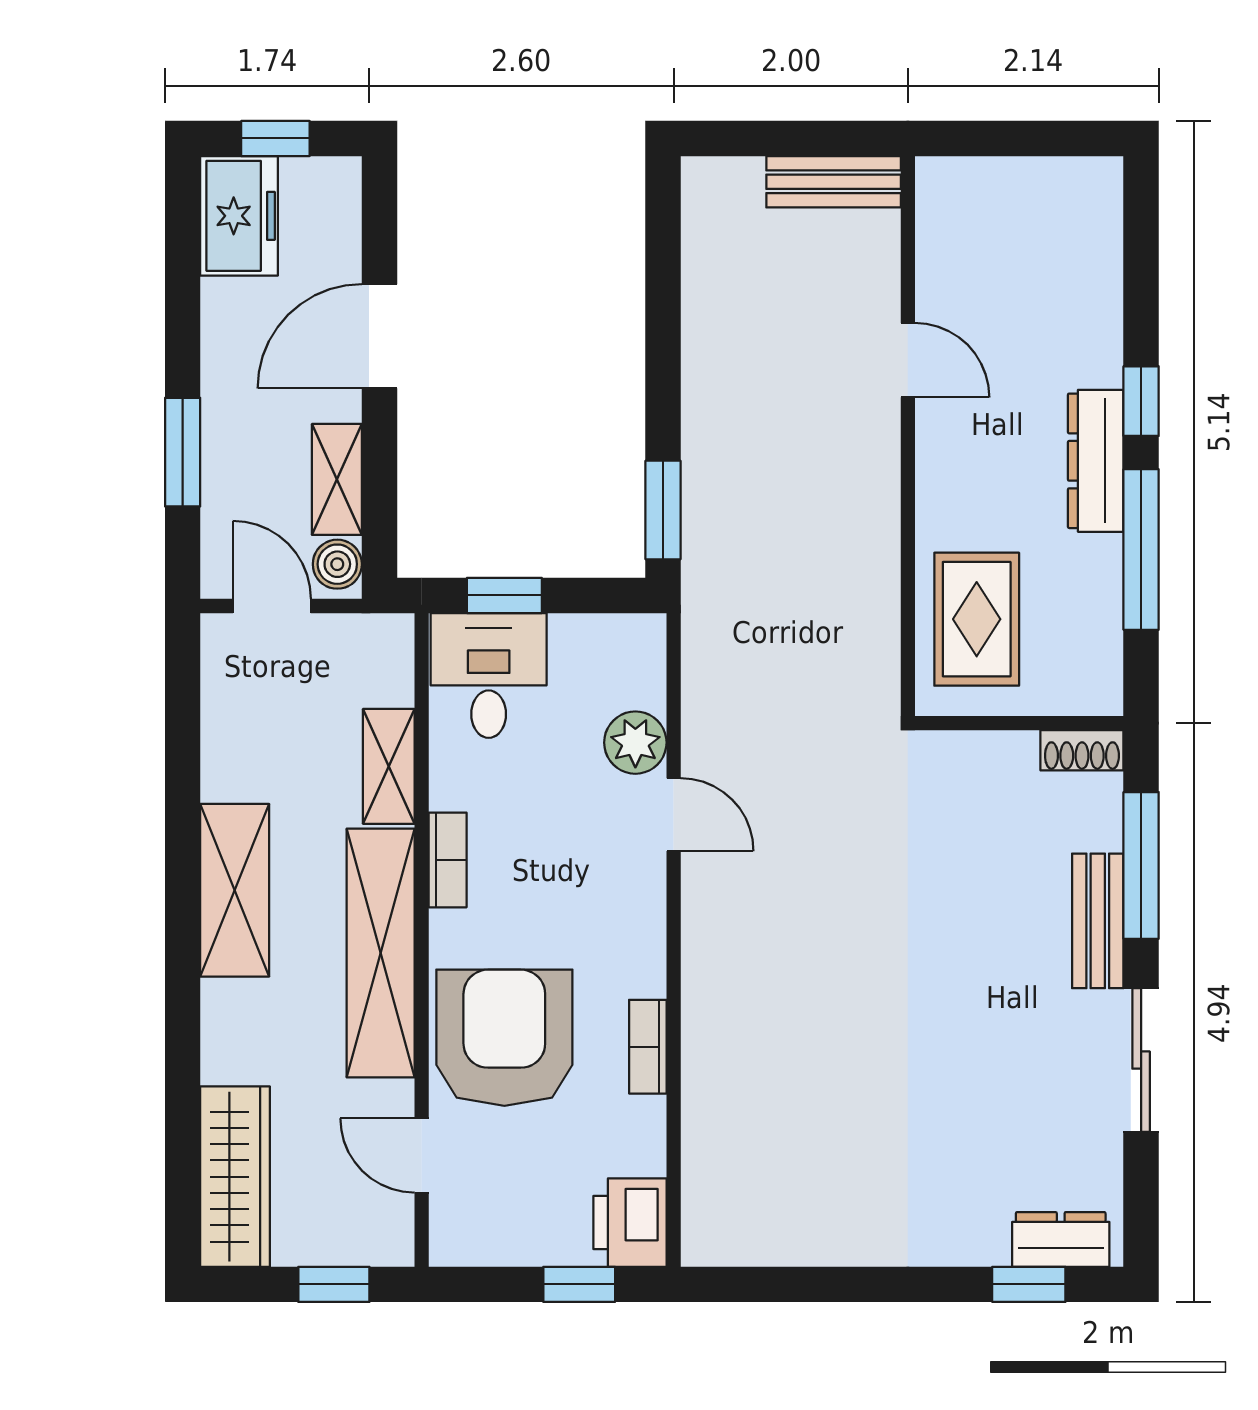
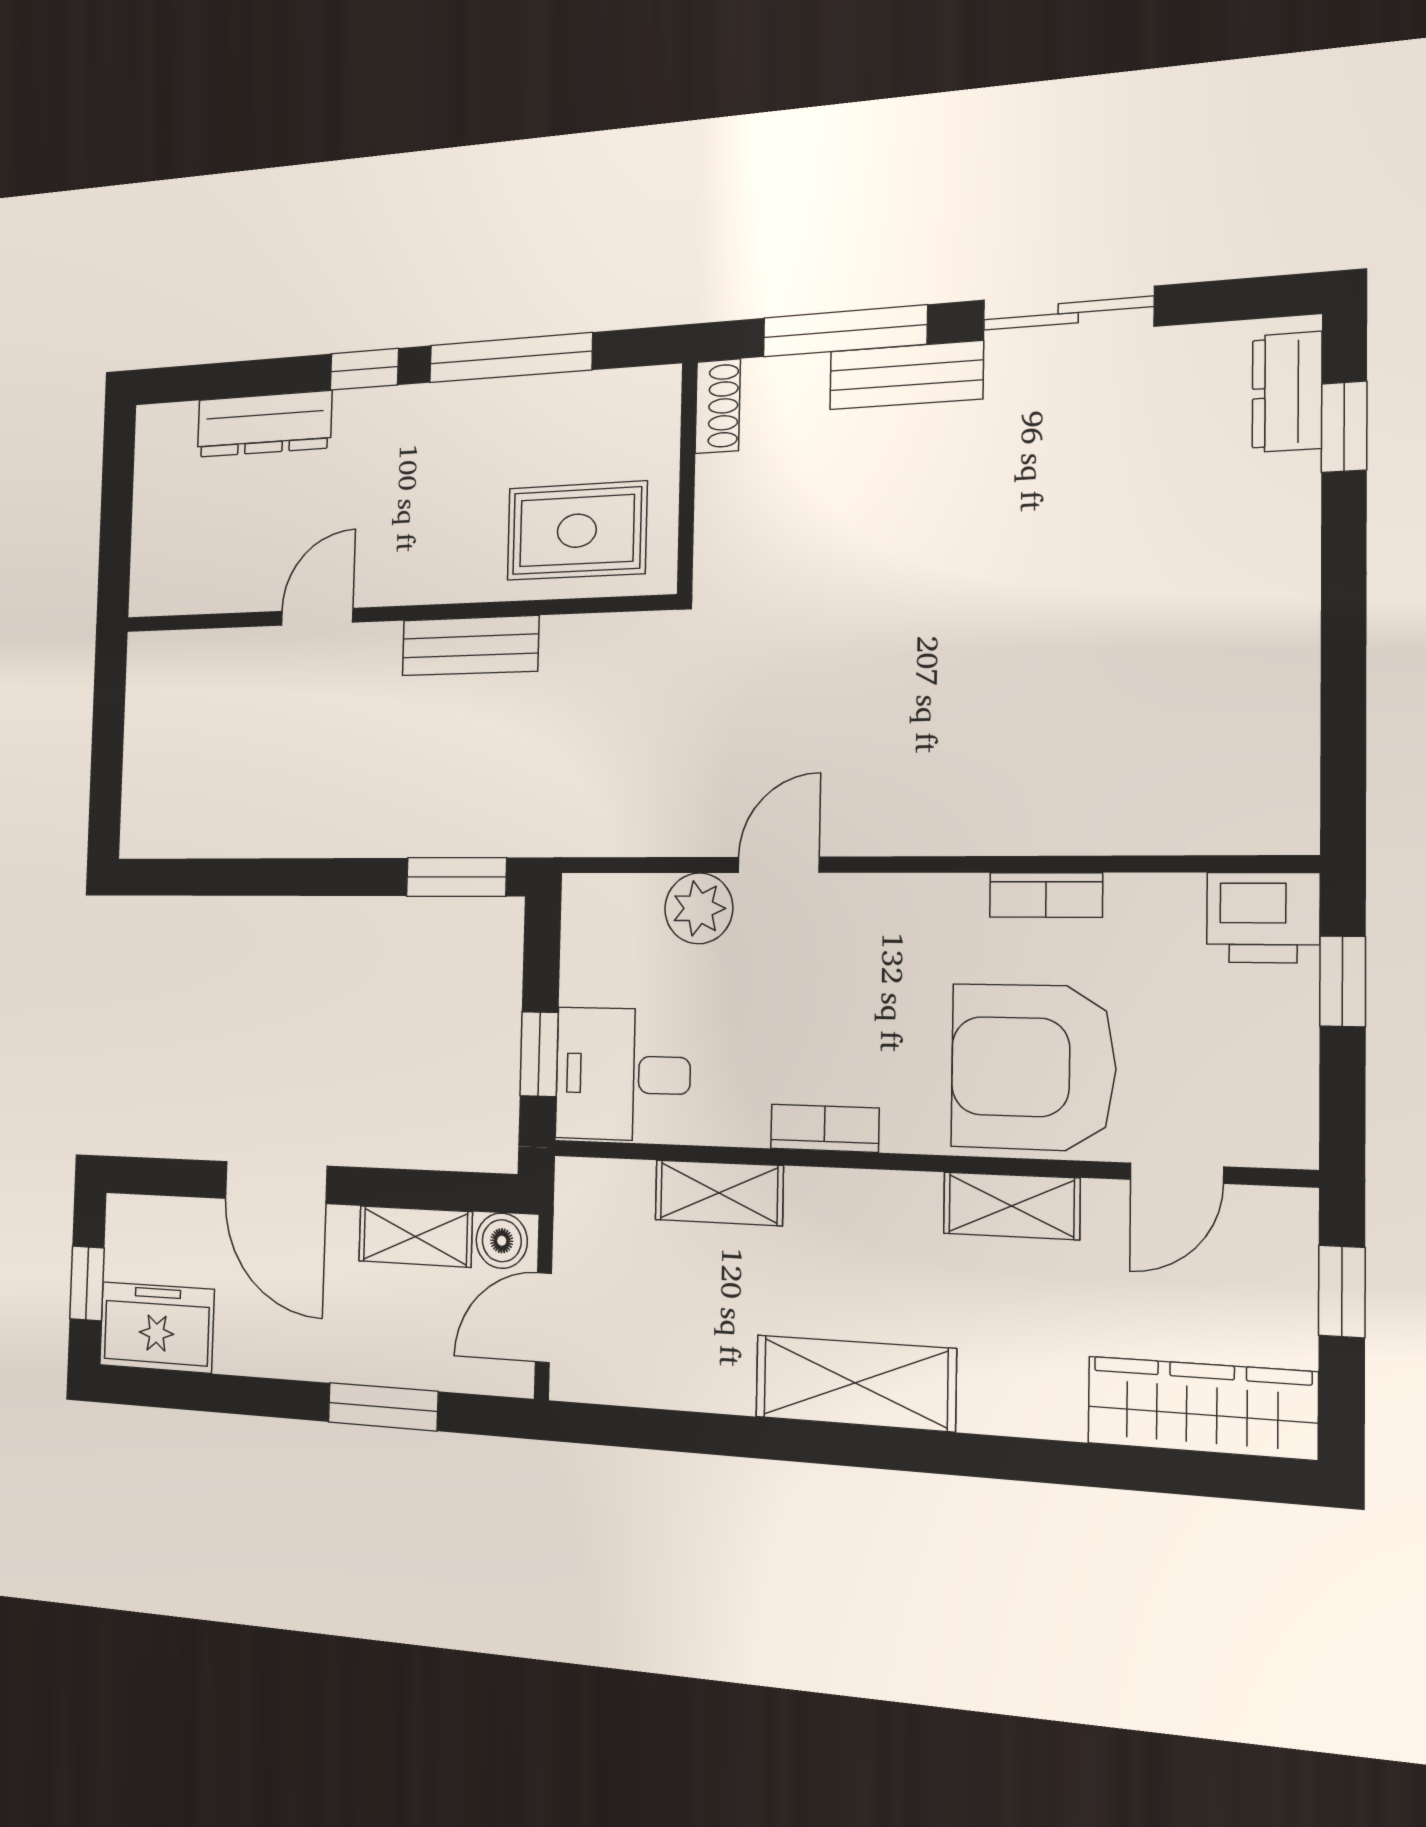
bench: (834, 182) -> (470, 646), moved, turned 90
dresser: (1096, 461) -> (264, 424), moved
shelving: (381, 953) -> (1011, 1206), width x0.45, depth x0.75

